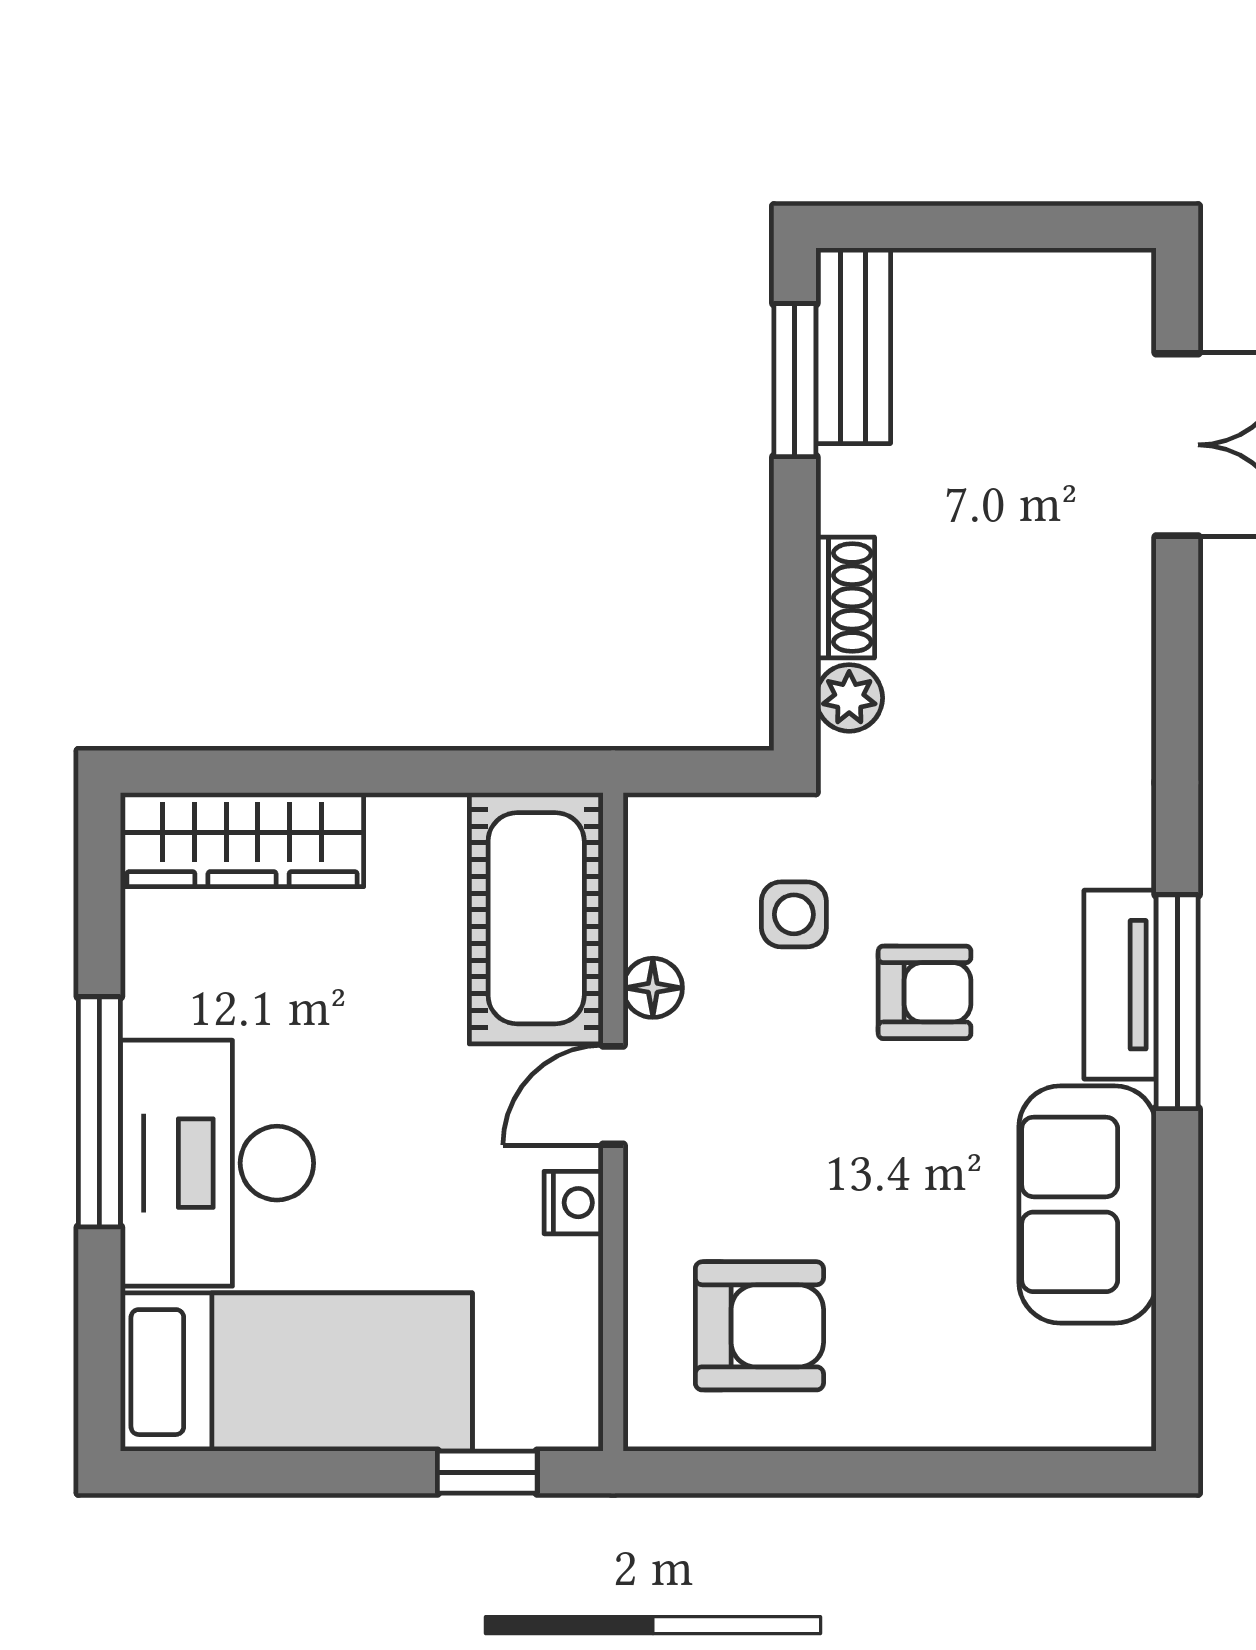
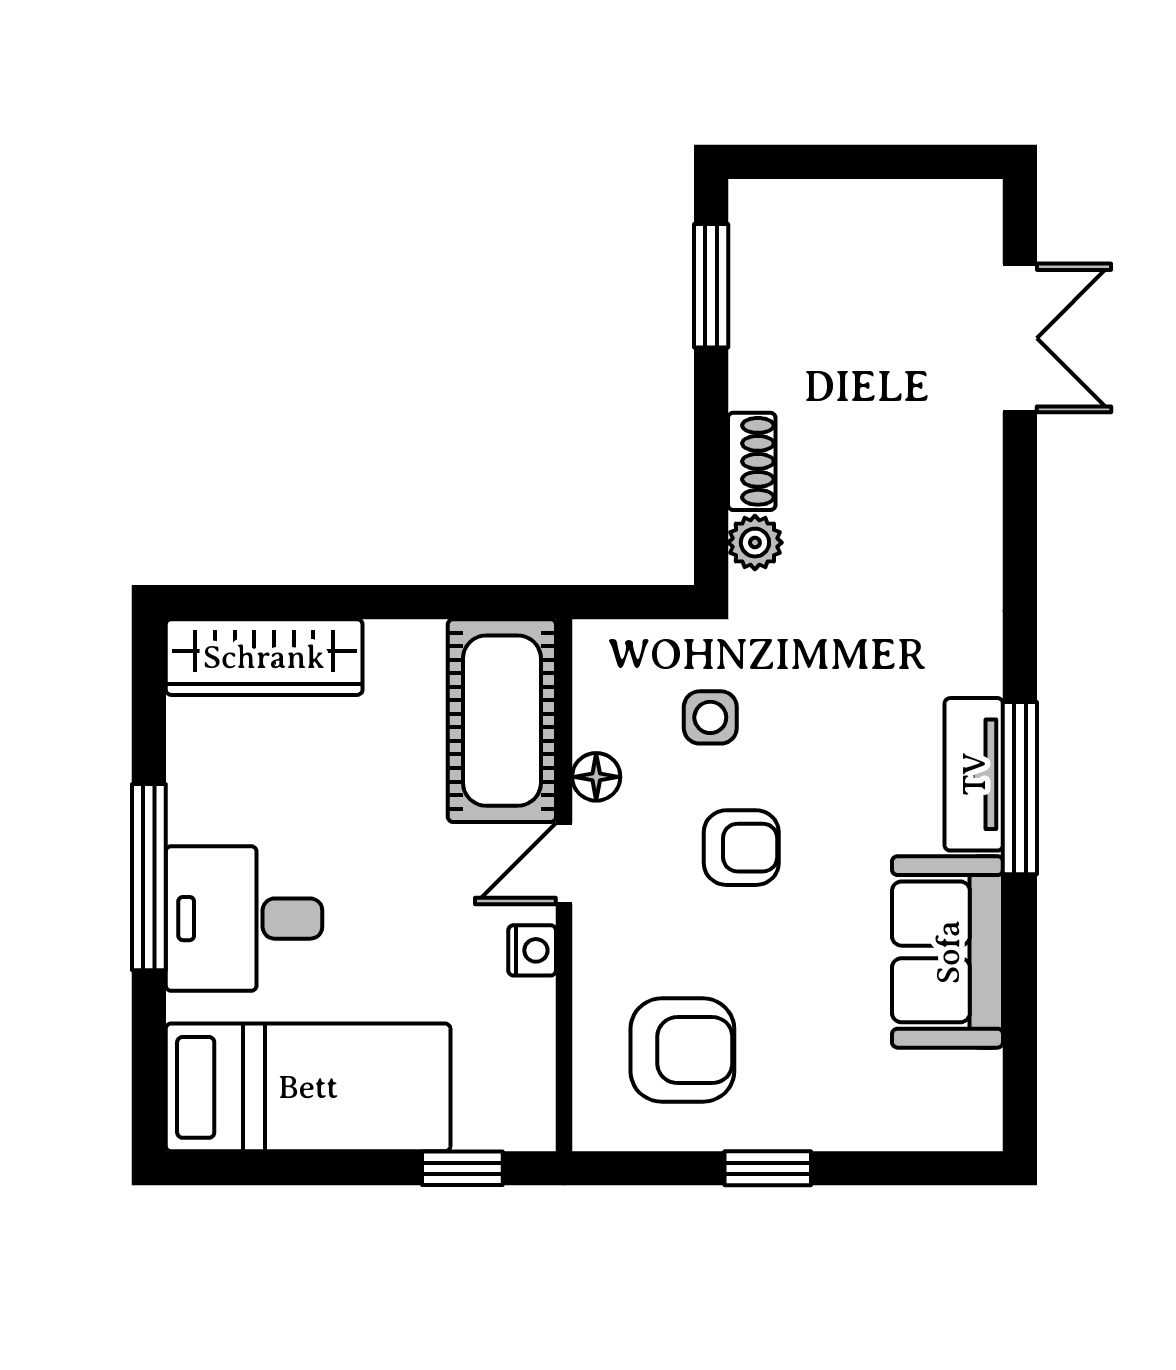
bench: (853, 346) -> (758, 258), removed
armchair: (925, 992) -> (741, 848), moved
desk: (217, 1163) -> (244, 919), width x0.73
window: (865, 1472) -> (768, 1168), added

